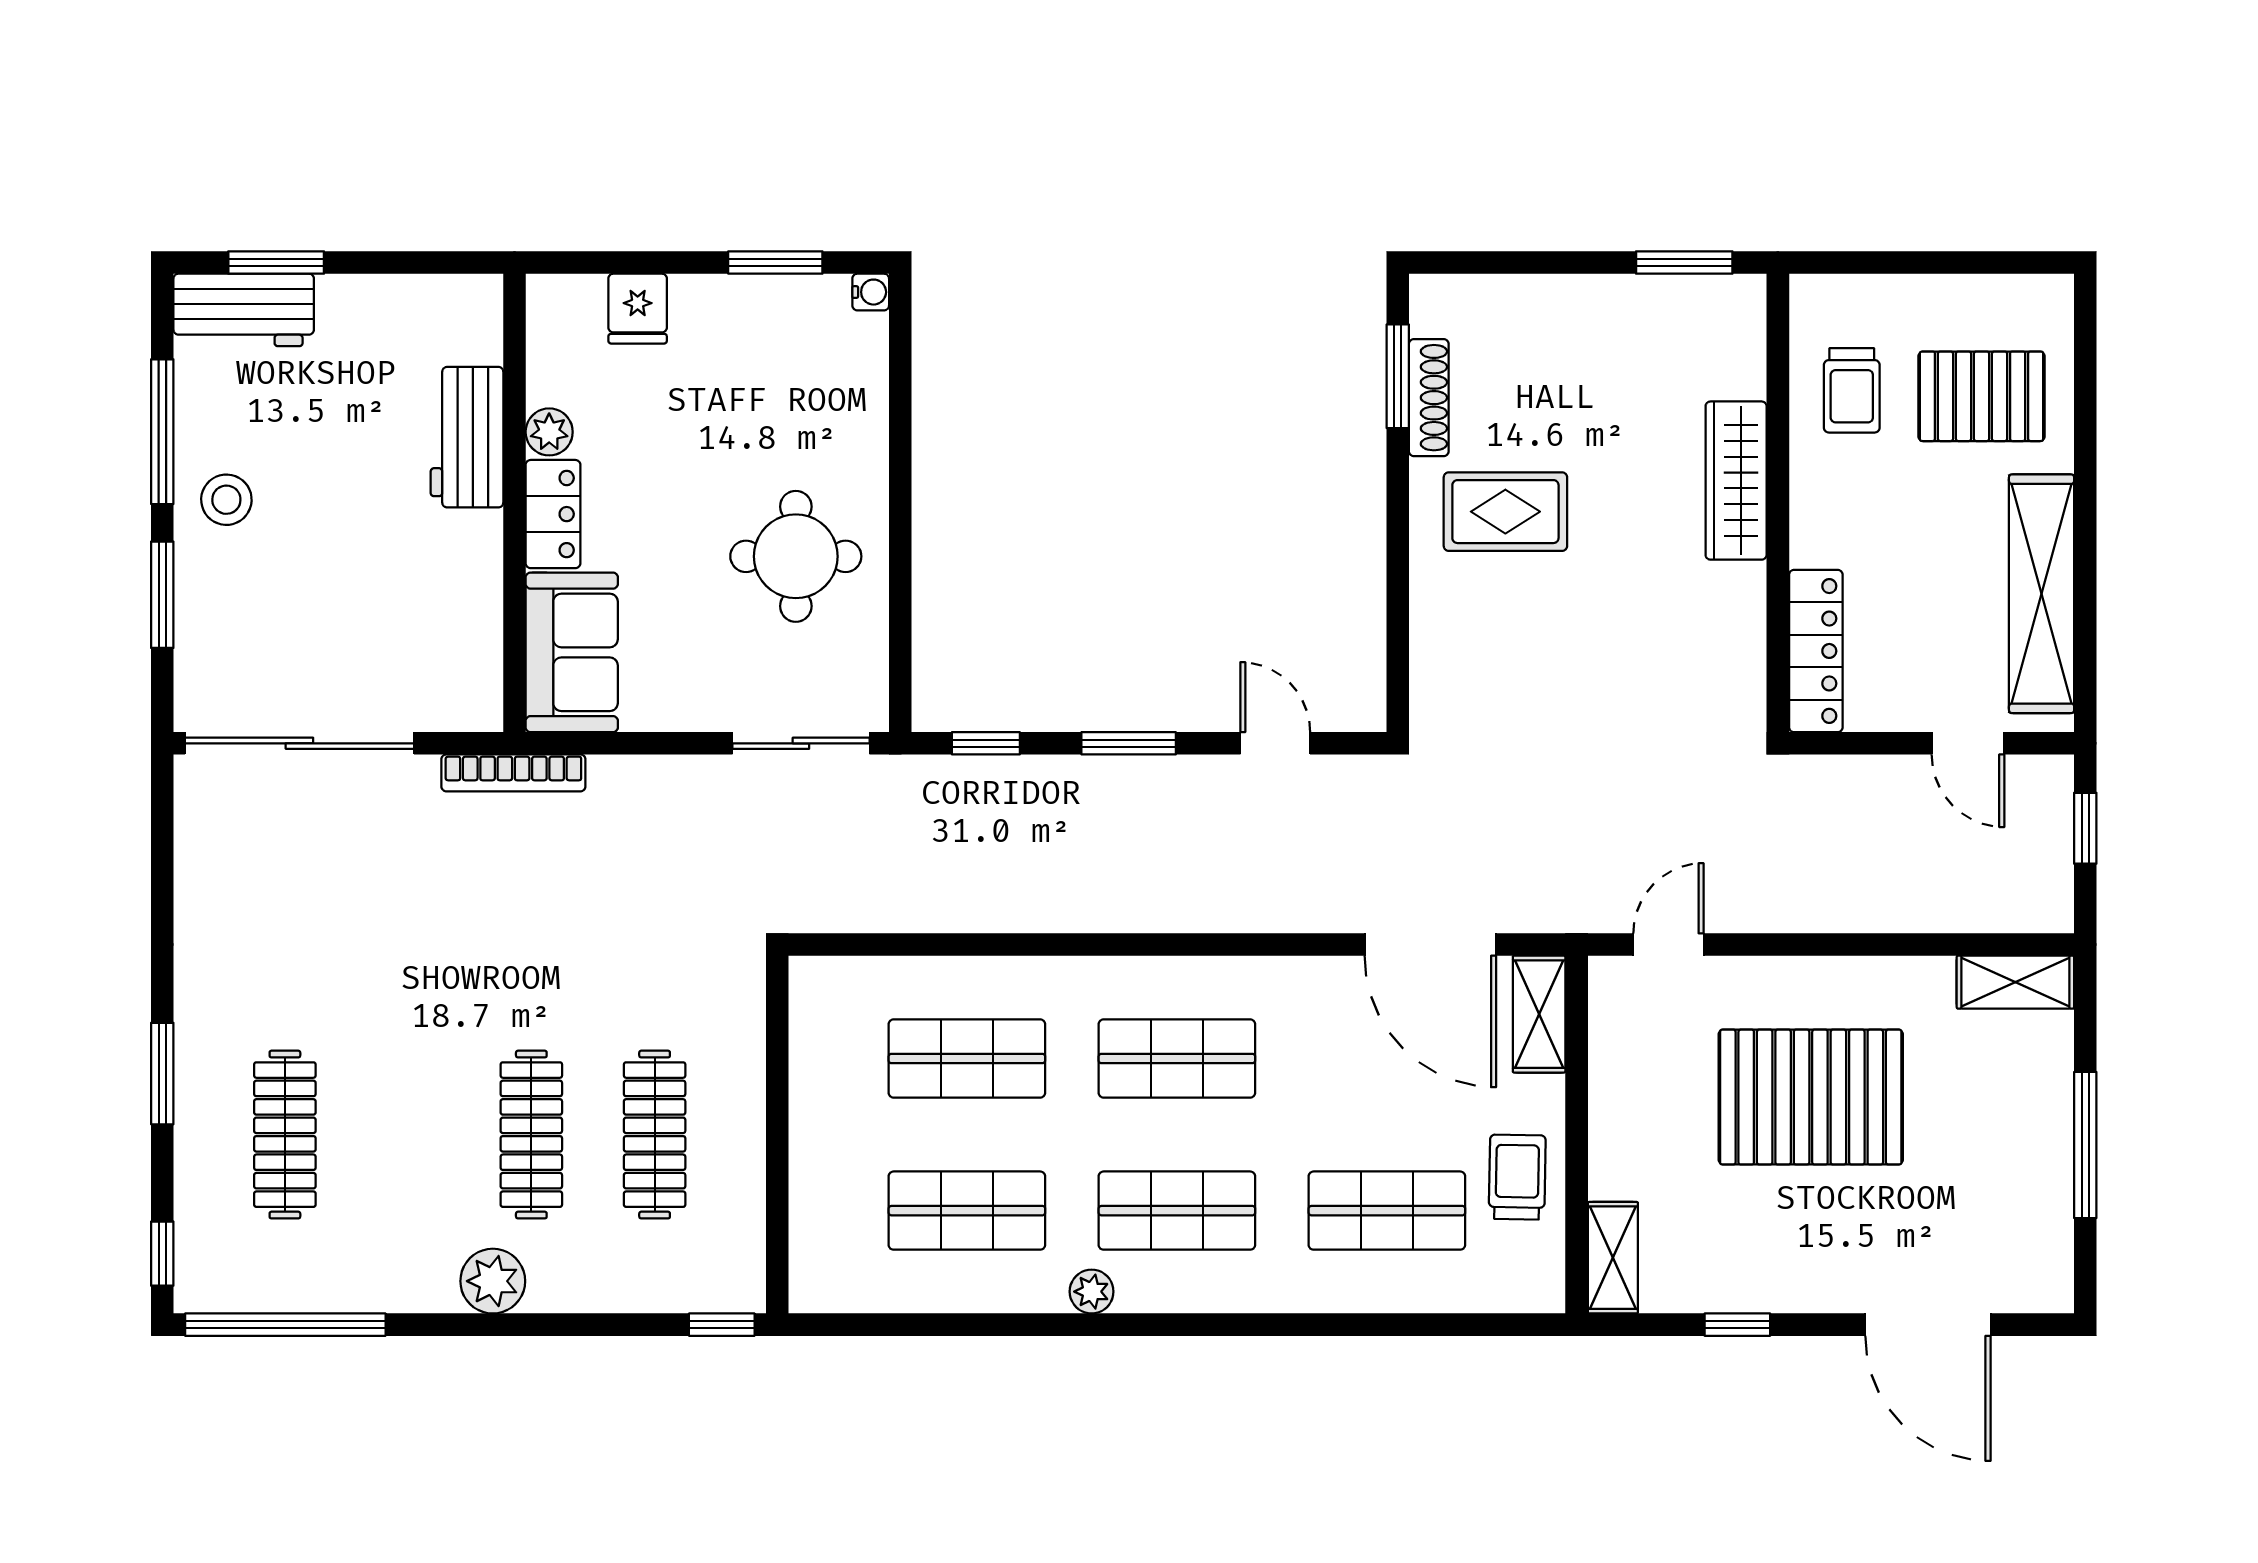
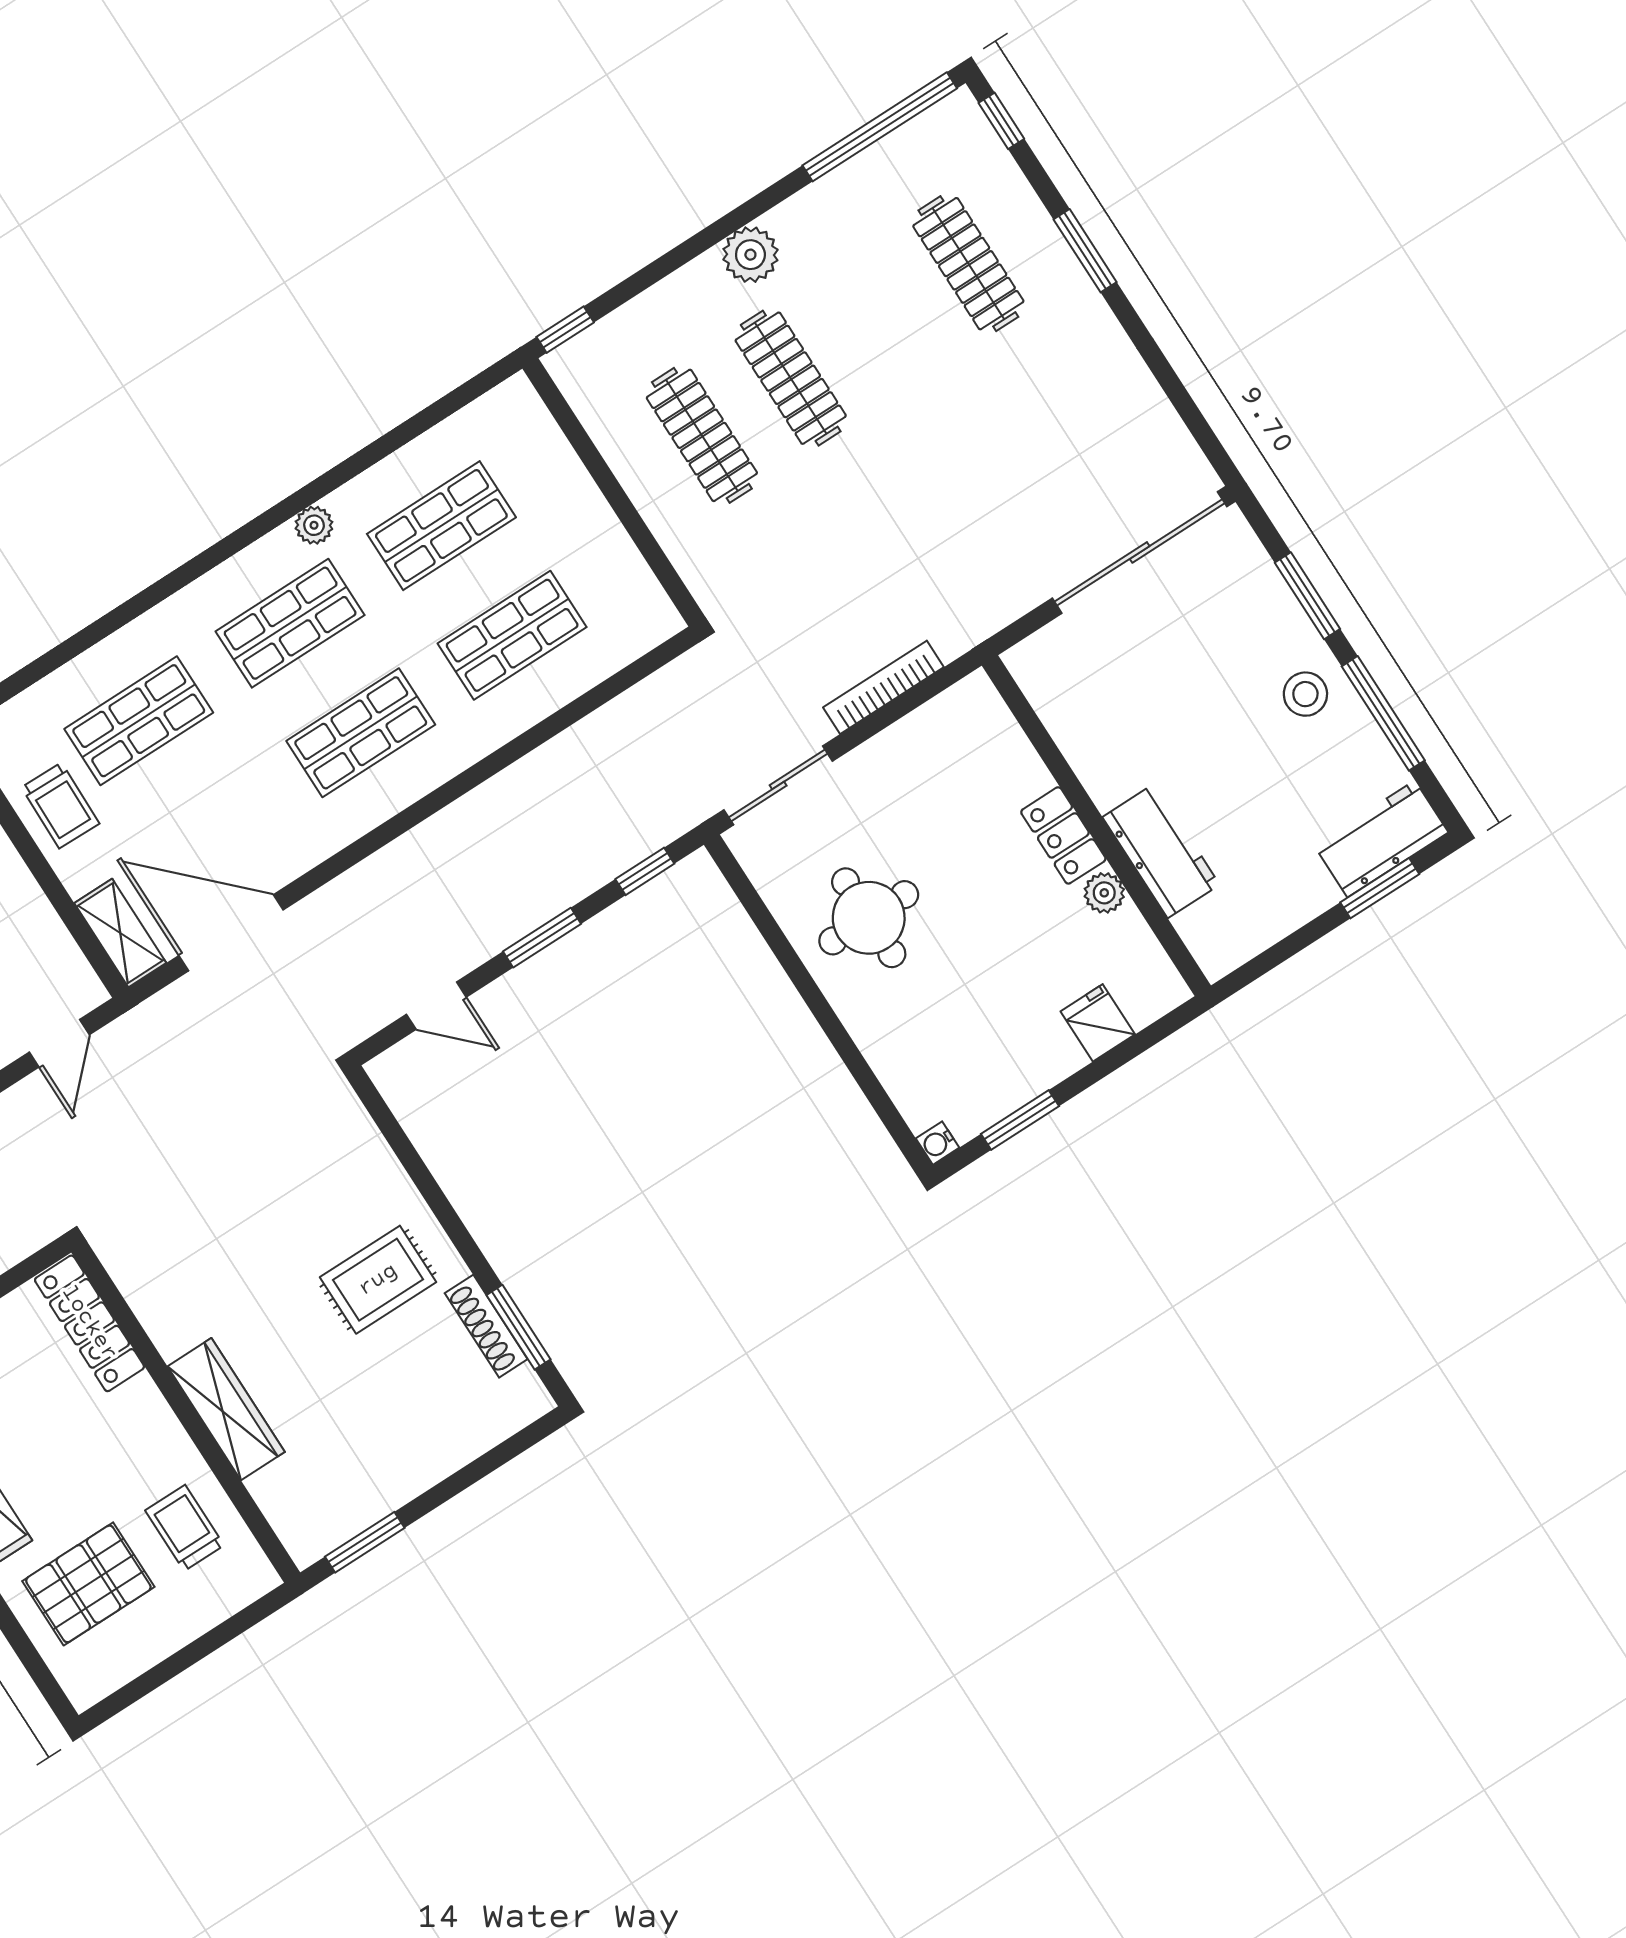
sofa: (572, 652) -> (986, 744), removed
bookcase: (513, 773) -> (883, 687), moved

